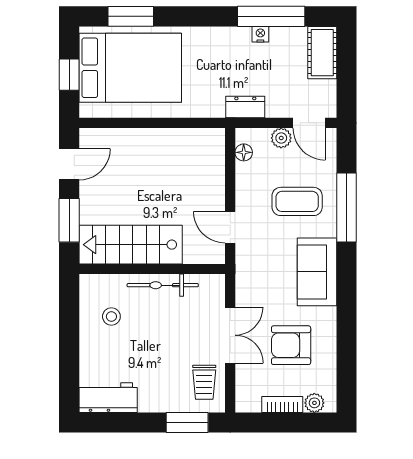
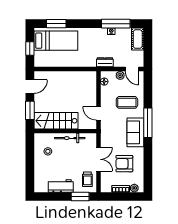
bed: (130, 68) -> (56, 41), width x0.67
window: (347, 208) -> (148, 123), moved
workbench: (108, 398) -> (61, 186), moved

